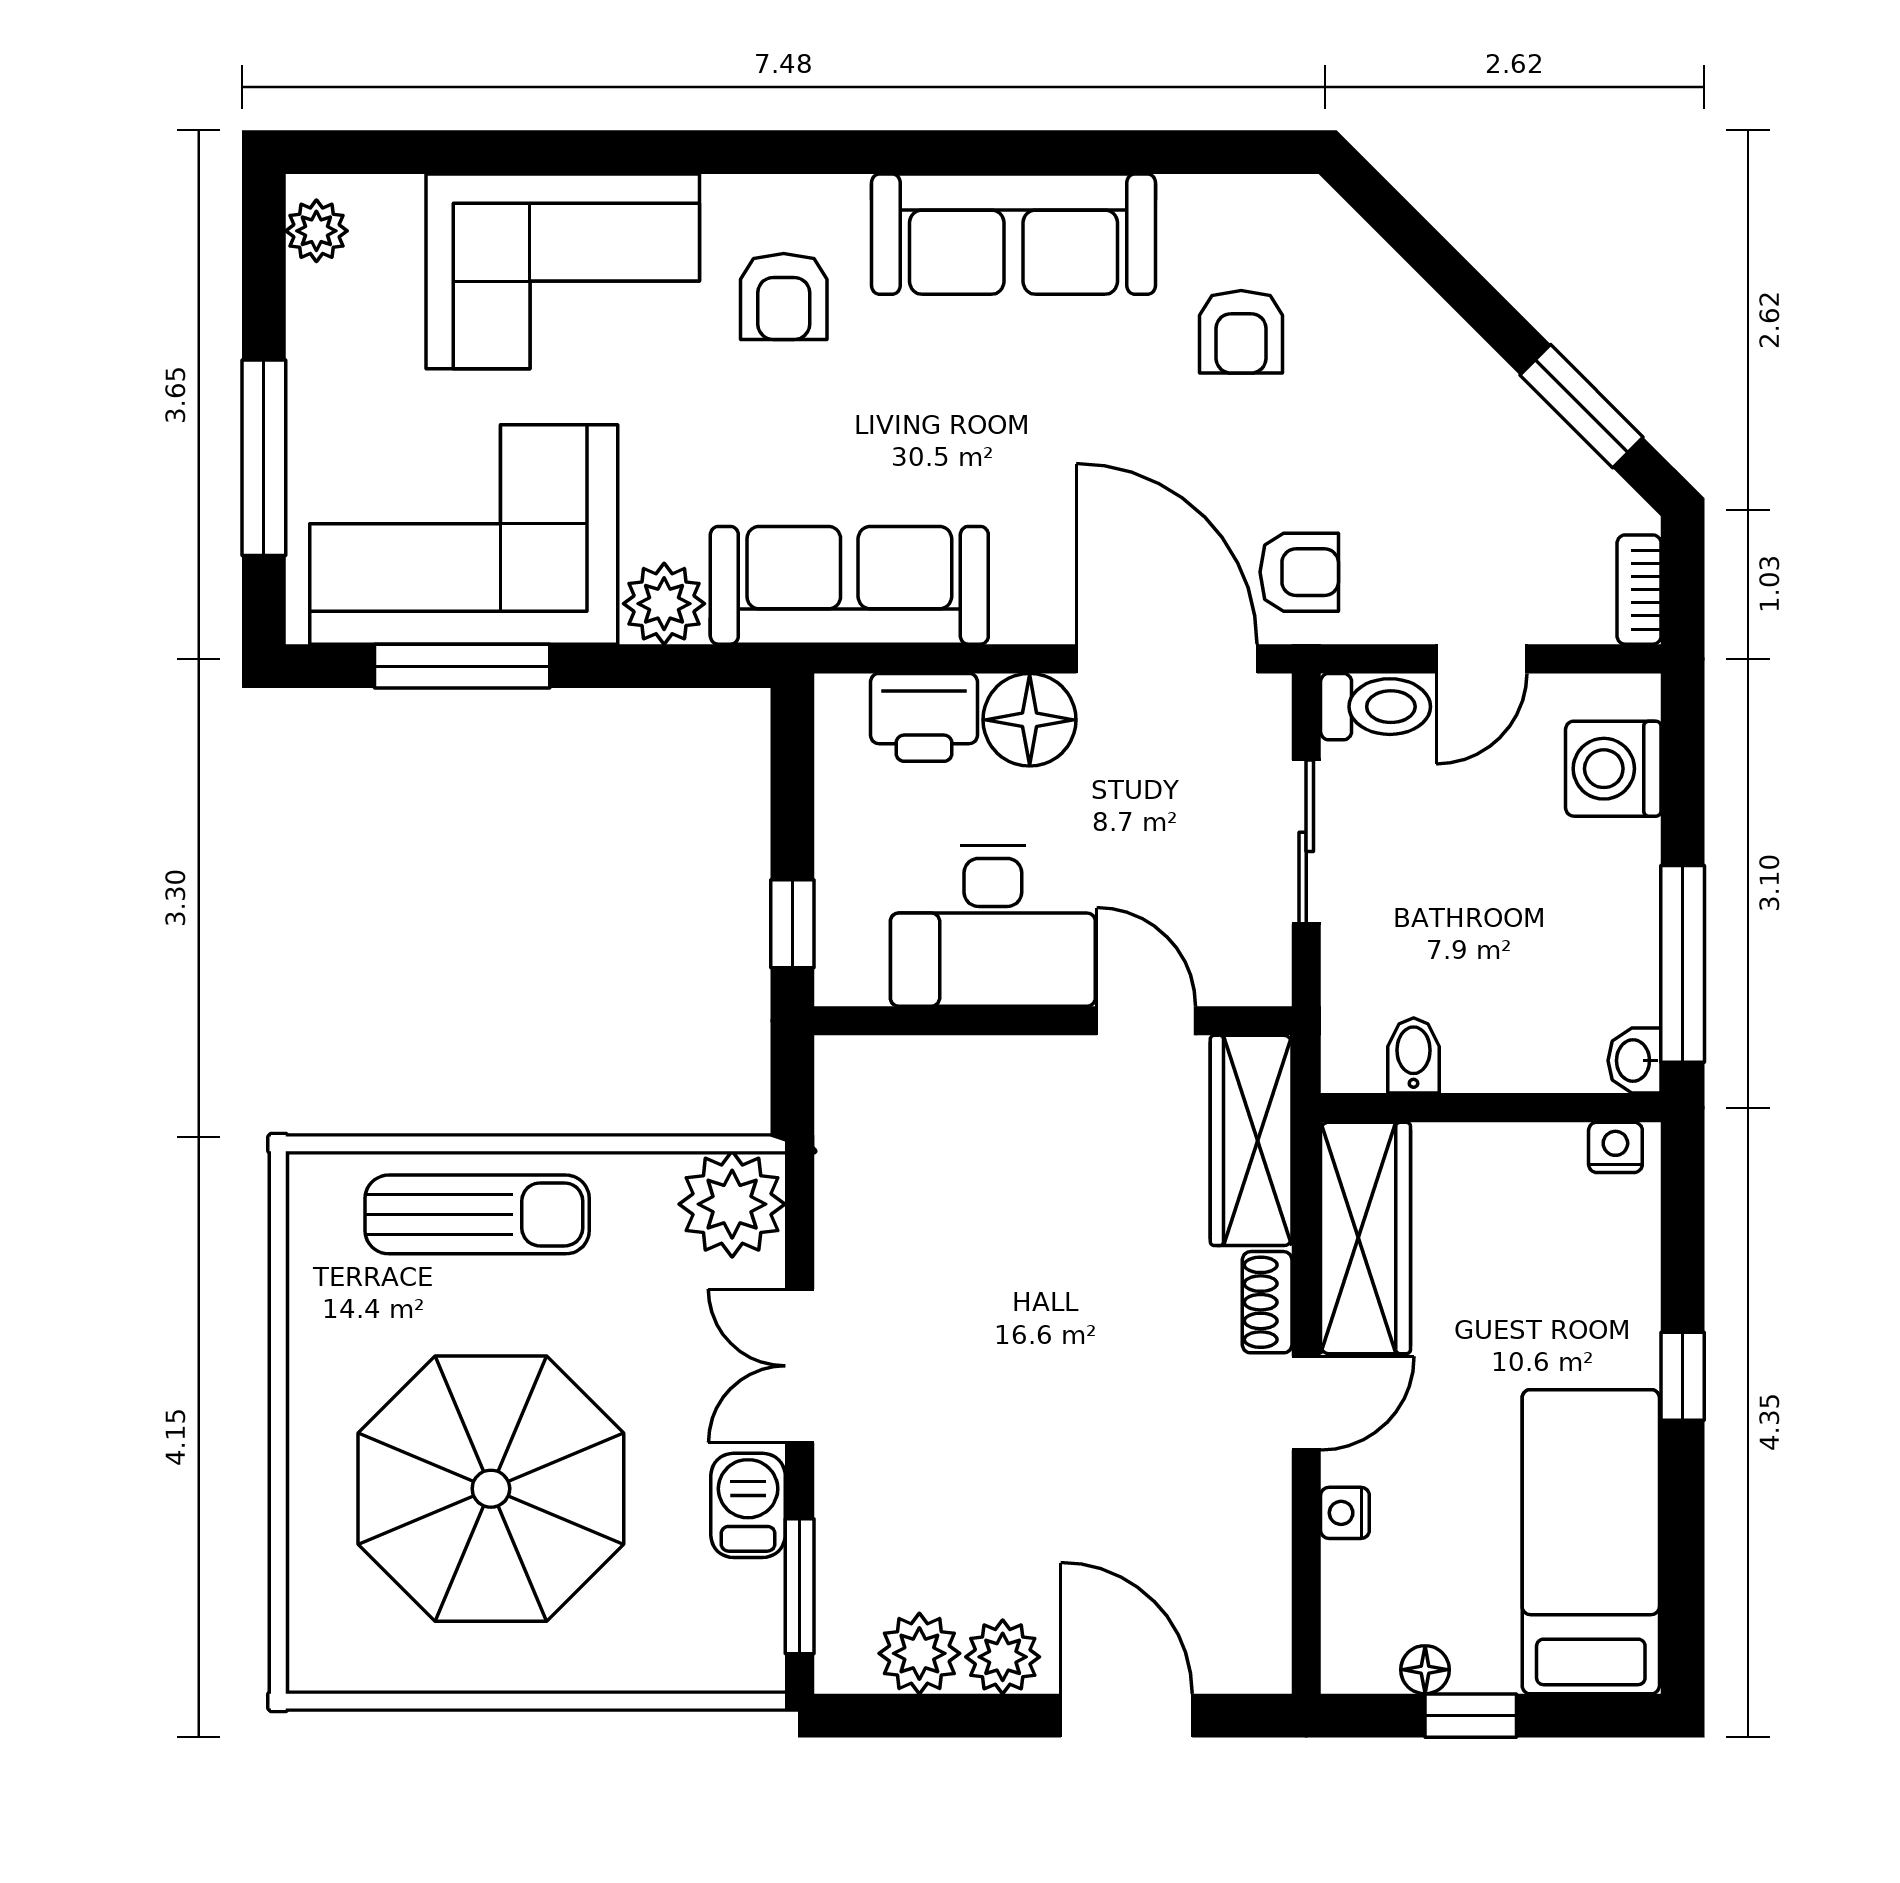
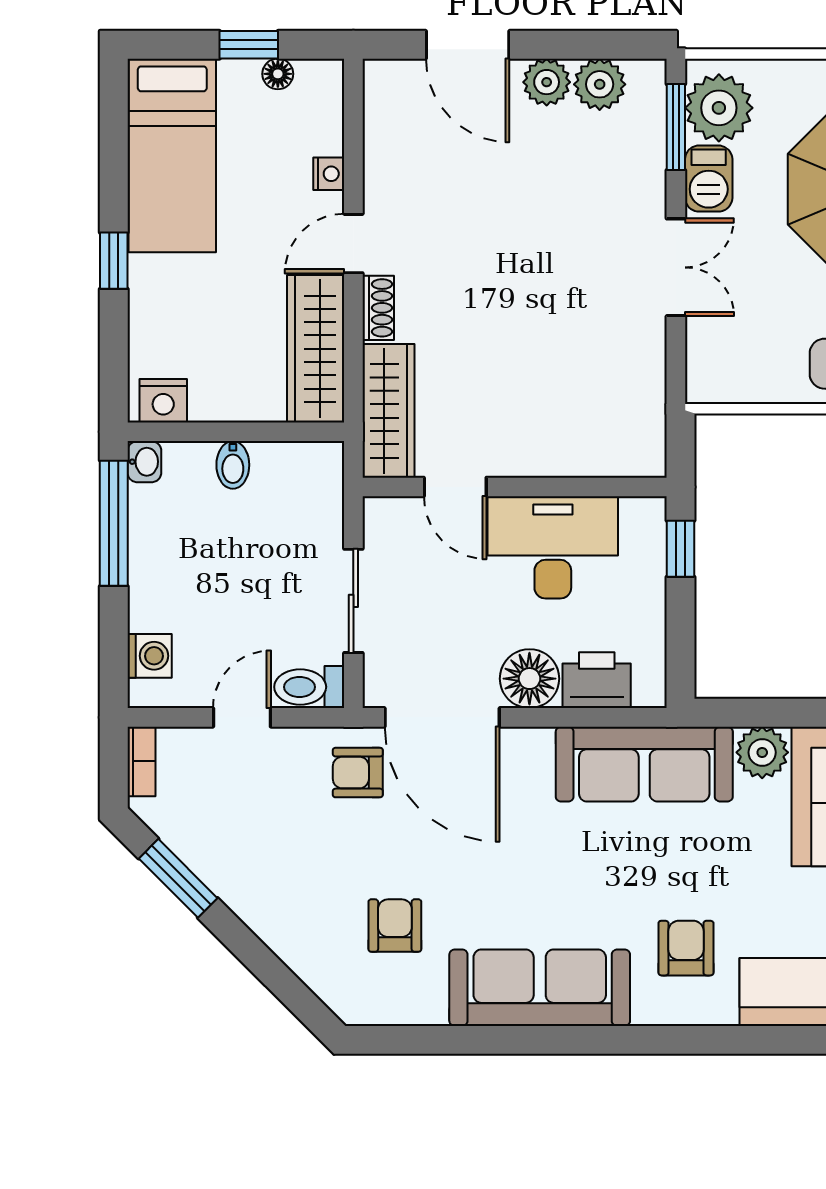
washing machine: (1613, 769) -> (150, 656), width x0.73, depth x0.73
bidet: (1414, 1055) -> (233, 465), moved
nightstand: (1615, 1147) -> (163, 401), width x1.39, depth x1.35
plant: (732, 1204) -> (719, 108), moved

